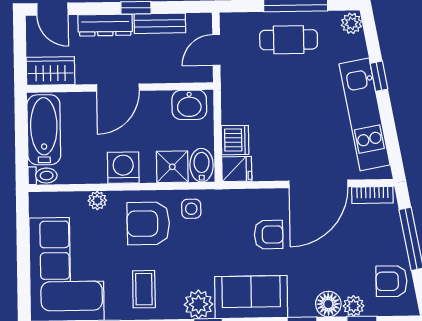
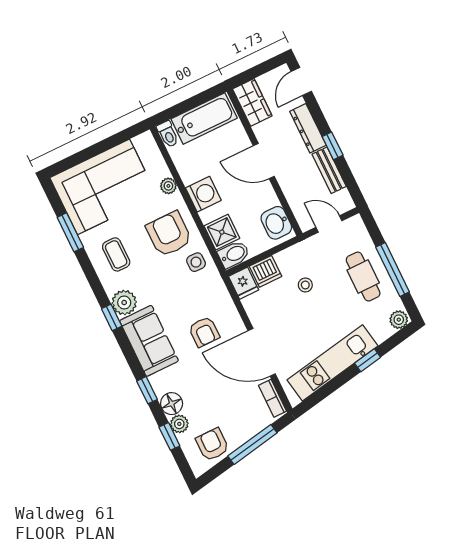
stool: (269, 105) -> (305, 285), added
coffee table: (144, 289) -> (116, 254), turned 90

